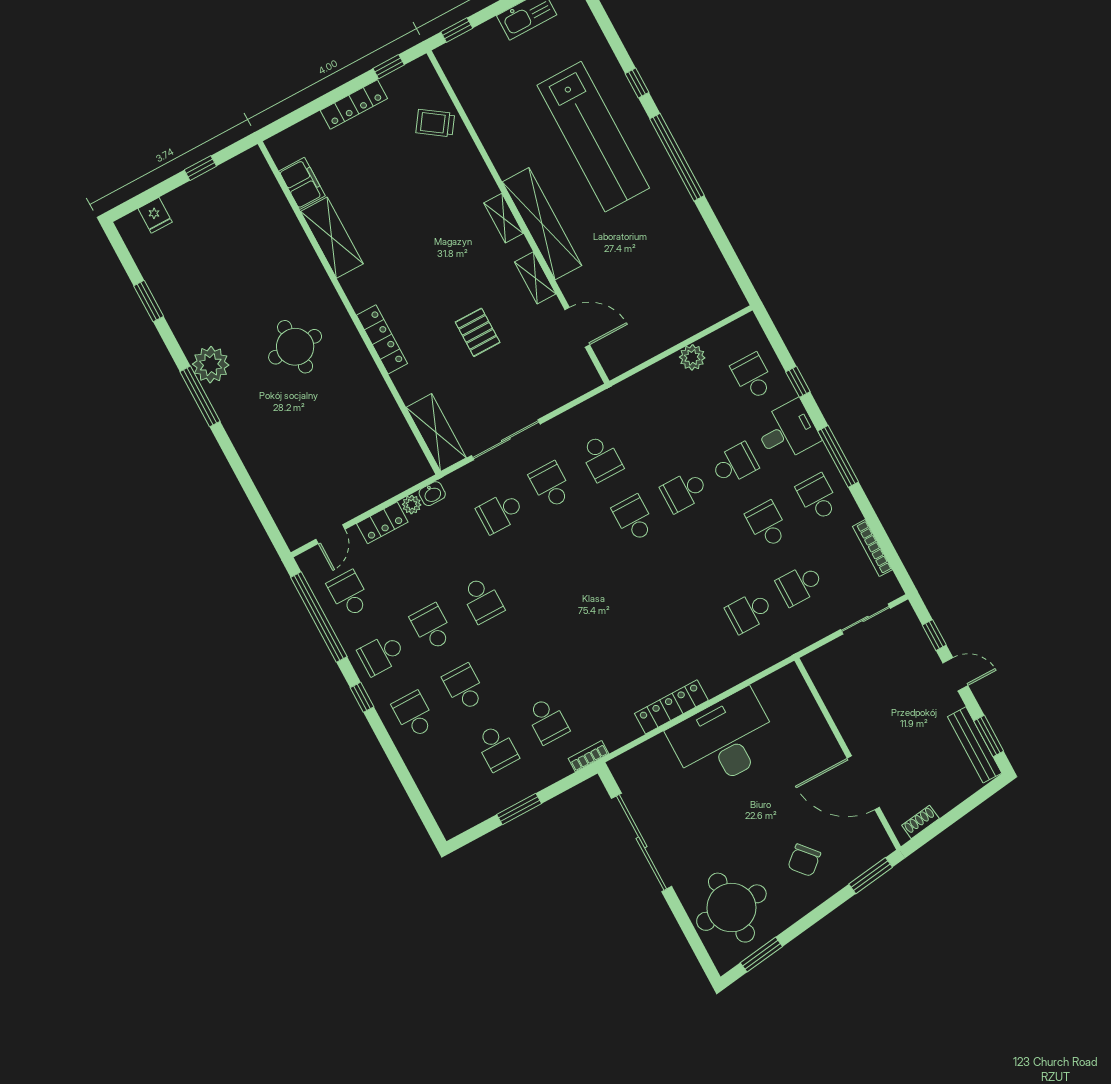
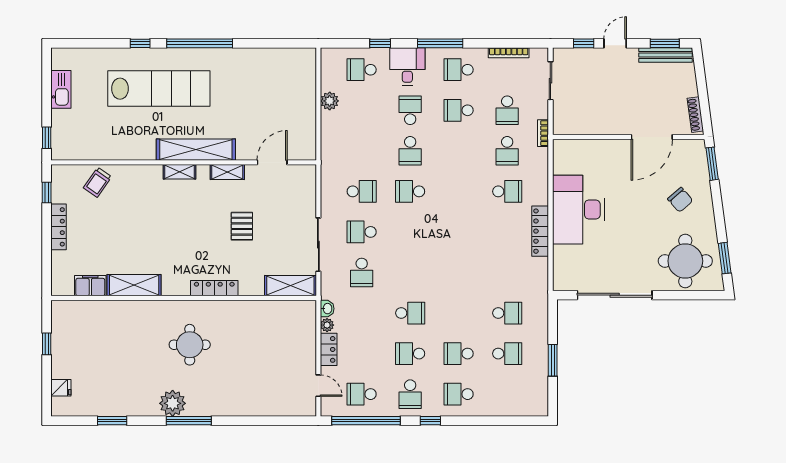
pallet: (478, 332) -> (242, 226), turned 90
school desk: (699, 639) -> (507, 191), added
bookcase: (589, 756) -> (543, 133), moved
shoe rack: (920, 822) -> (695, 115), width x1.43

